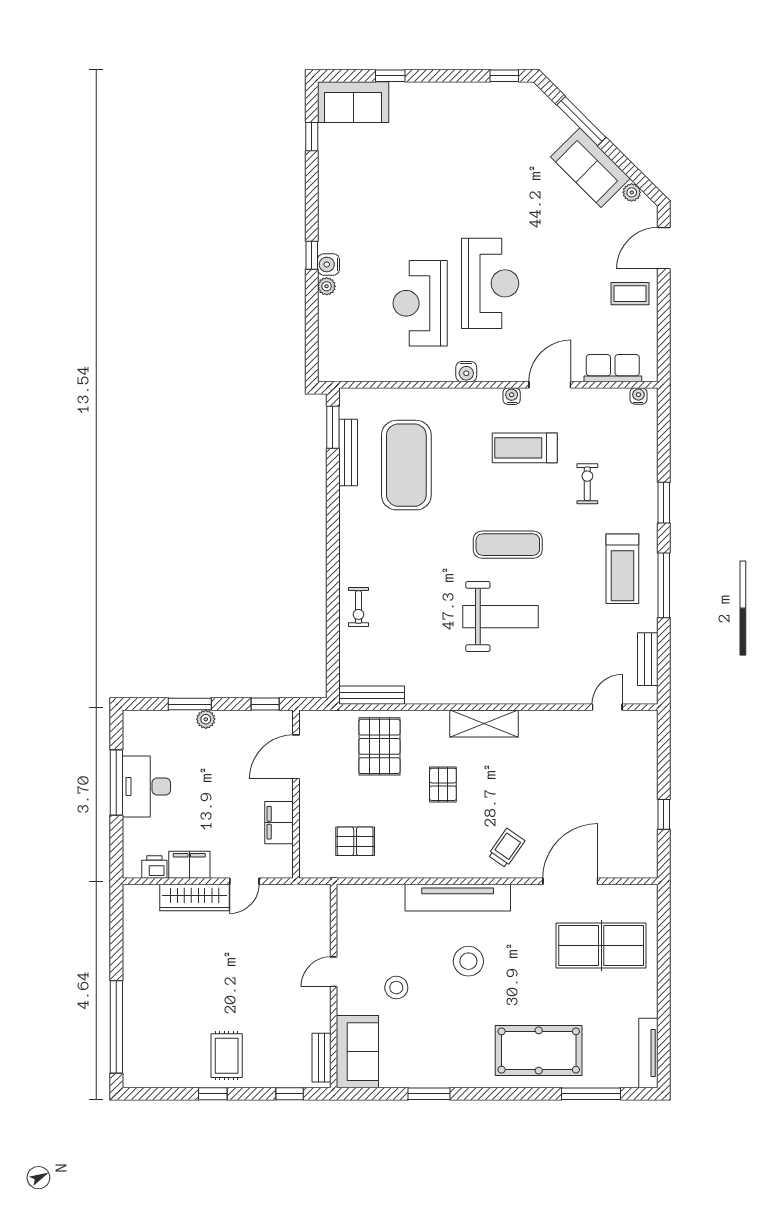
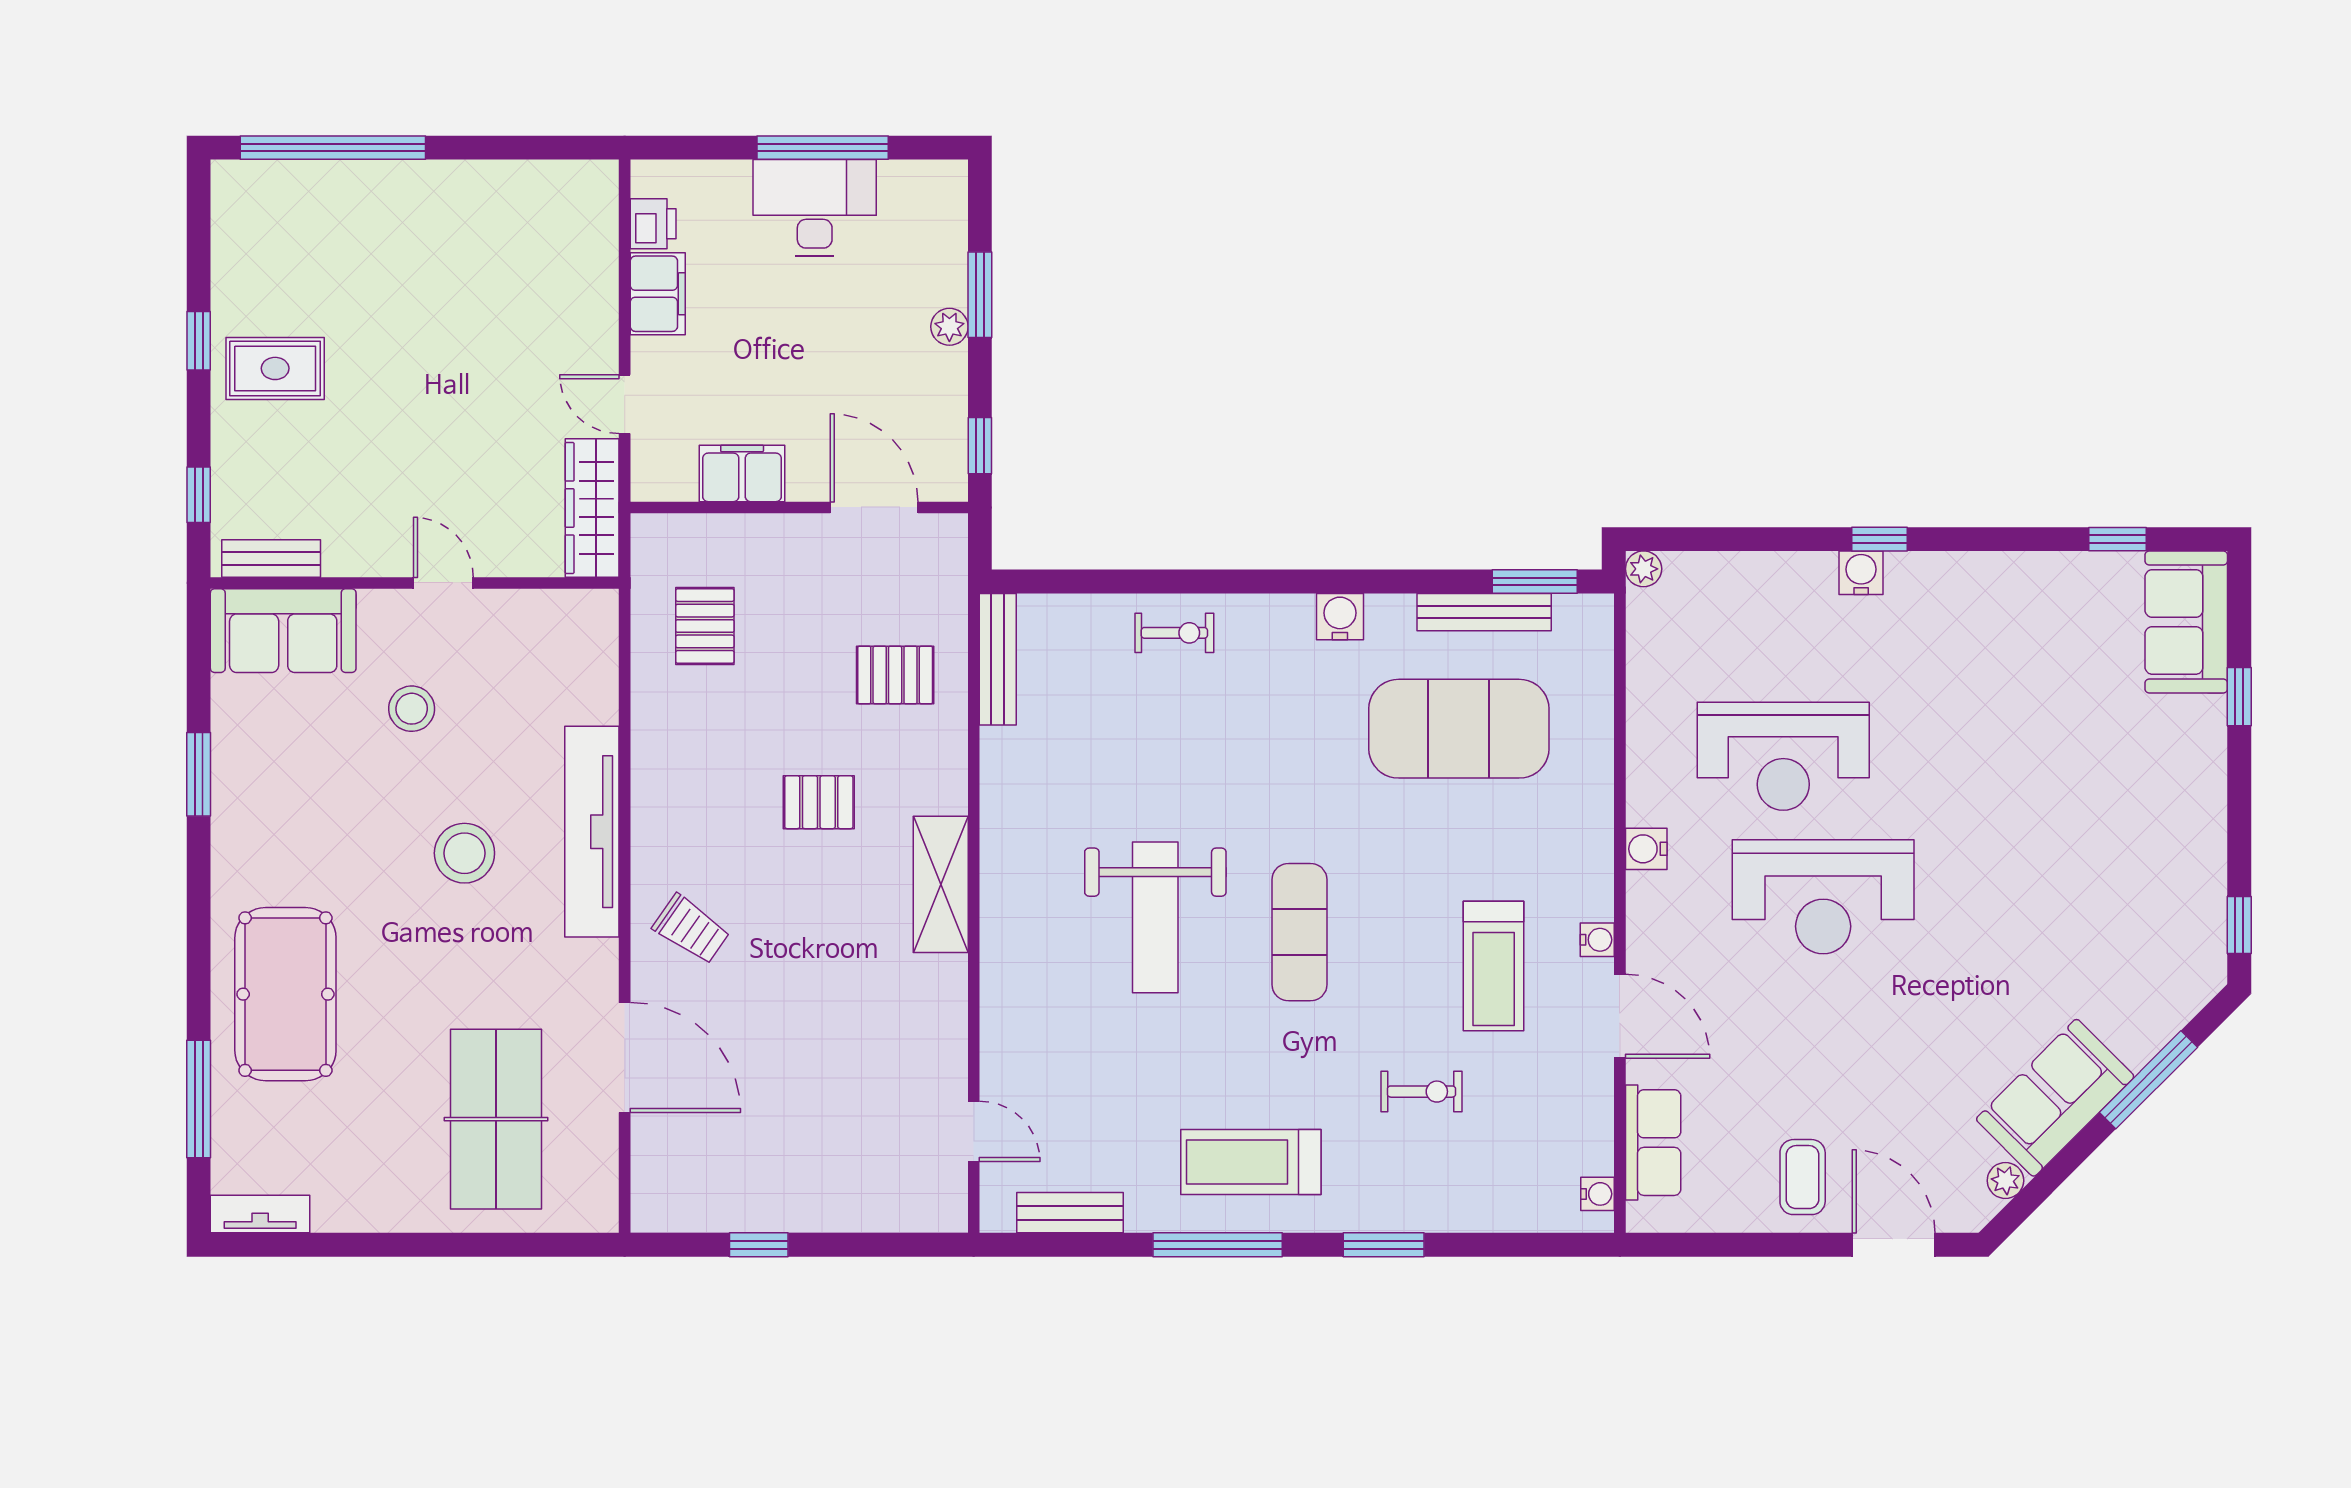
plant: (327, 286) -> (1644, 569), moved
reception desk: (420, 303) -> (1783, 756), turned 180
treadmill: (525, 448) -> (1494, 966), turned 180
water cooler: (350, 524) -> (1340, 617), added
exercise bike: (358, 607) -> (1174, 633), turned 180
pallet: (379, 746) -> (895, 675), width x0.67, depth x0.71
wardrobe: (195, 897) -> (592, 508), moved
tv unit: (648, 1053) -> (260, 1214), width x0.71

